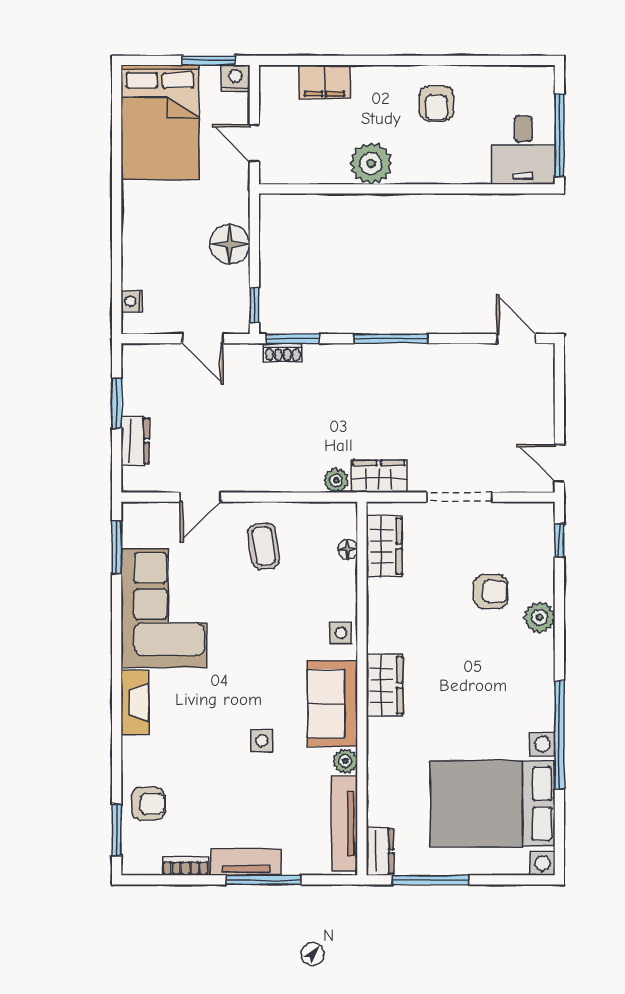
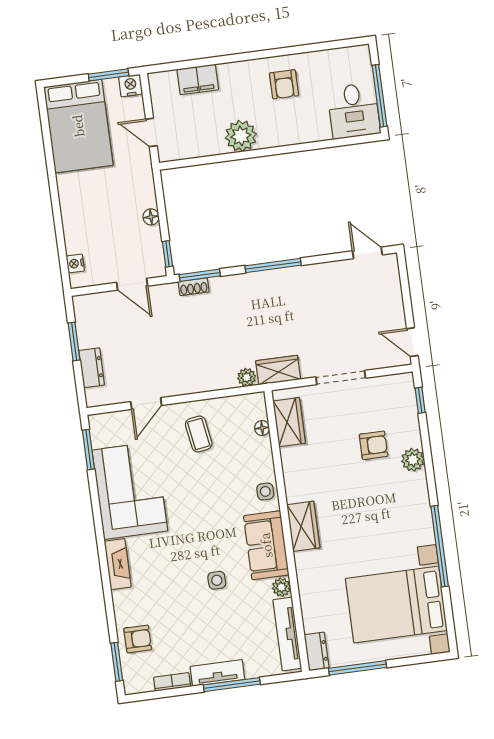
floor lamp: (230, 244) -> (151, 217), width x0.53, depth x0.53

